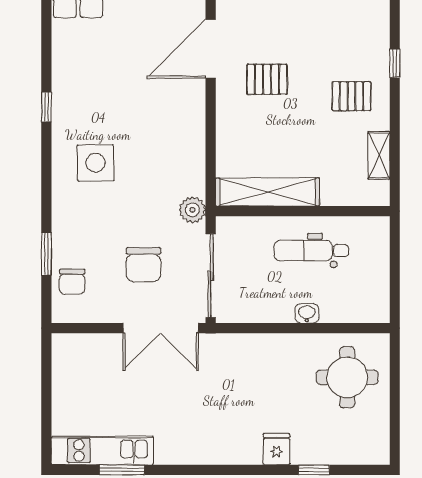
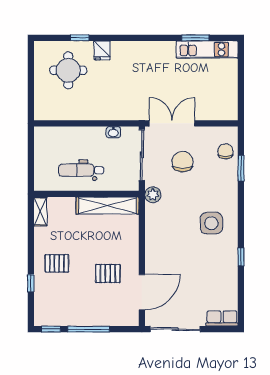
shelving: (379, 155) -> (40, 211), moved
dental chair: (311, 251) -> (81, 170), turned 180
washbasin: (307, 313) -> (113, 132), moved
round table: (347, 377) -> (68, 70), moved

